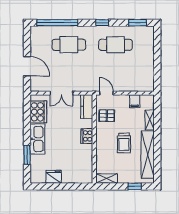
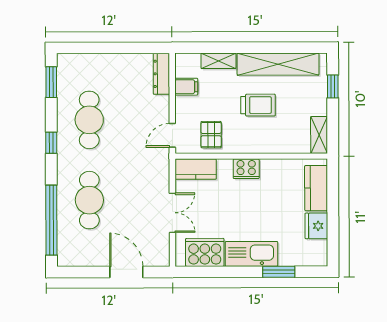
door: (27, 66) -> (126, 272), hinge flipped
dresser: (142, 87) -> (161, 74), added
kitchen counter: (76, 177) -> (316, 188), added

